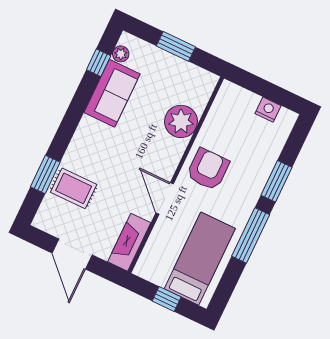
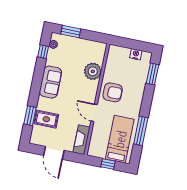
window: (176, 46) -> (71, 32), moved
sofa: (112, 93) -> (51, 82), moved
armchair: (208, 169) -> (113, 92), turned 90
window: (277, 181) -> (152, 74), moved
window: (251, 235) -> (141, 131), moved

